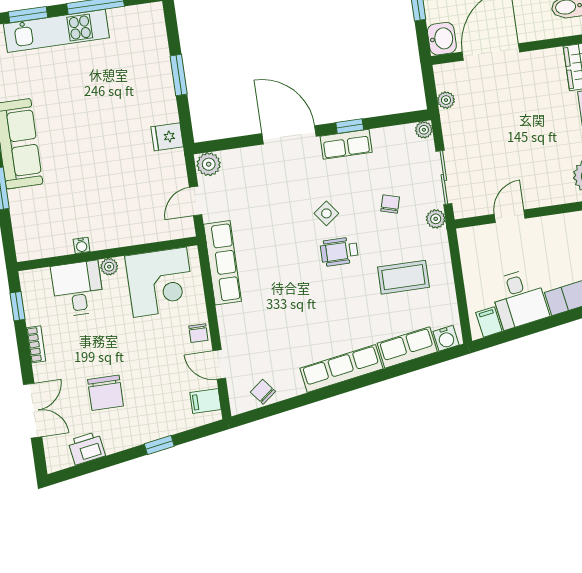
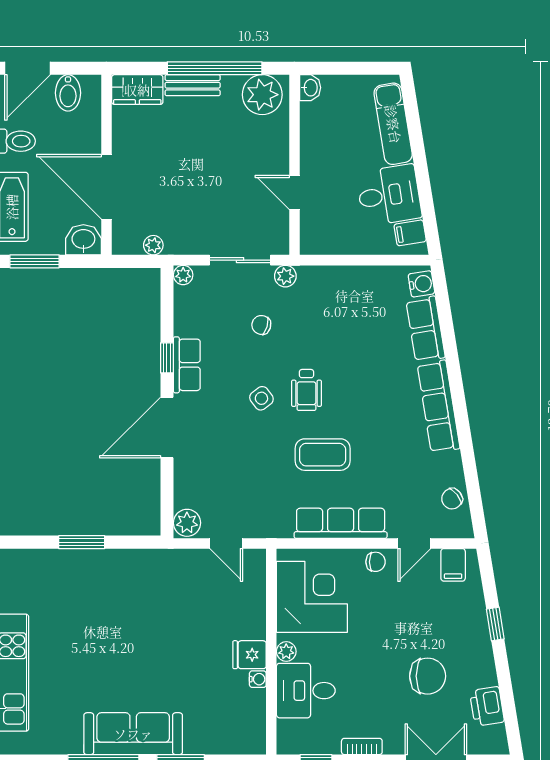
fridge: (167, 137) -> (249, 655), moved, turned 90
row of seats: (222, 263) -> (341, 523), moved
coffee table: (403, 277) -> (323, 455), moved, turned 90

